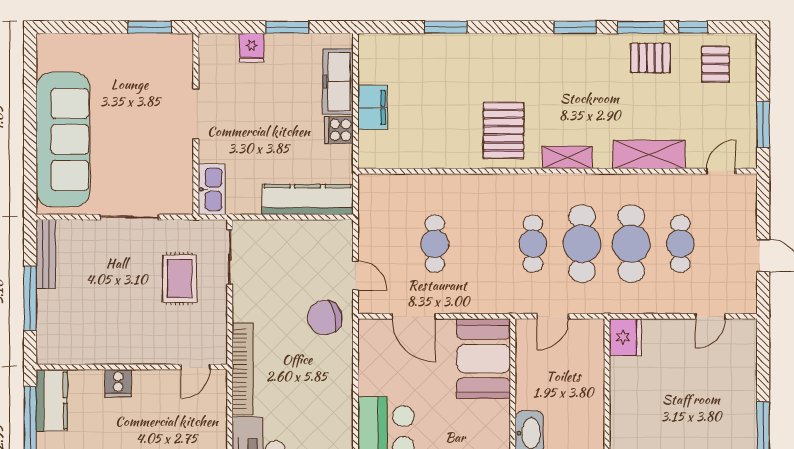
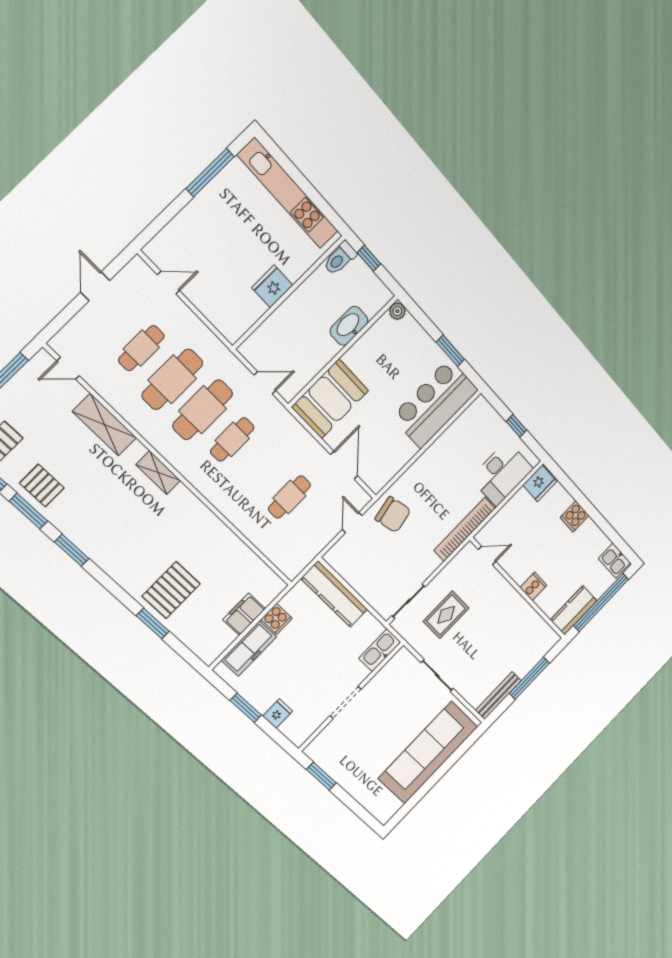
pallet: (504, 130) -> (171, 590), moved
fridge: (625, 337) -> (272, 286), moved

